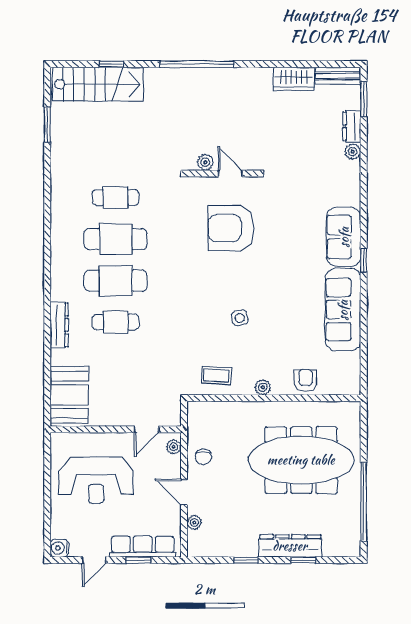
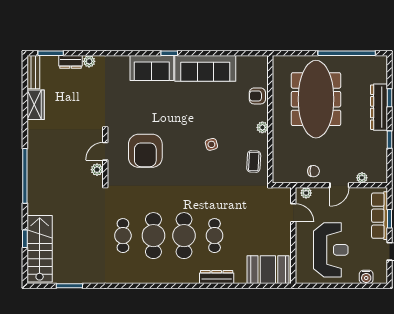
water cooler: (59, 548) -> (366, 277), moved

